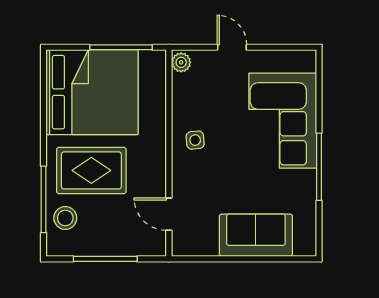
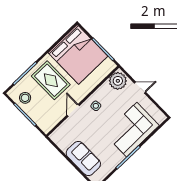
door: (232, 47) -> (140, 88), hinge flipped
plant: (181, 62) -> (118, 81), width x1.87, depth x1.87
door: (169, 214) -> (73, 110), moved
stool: (65, 218) -> (25, 98), moved

